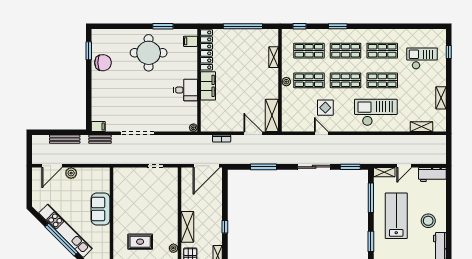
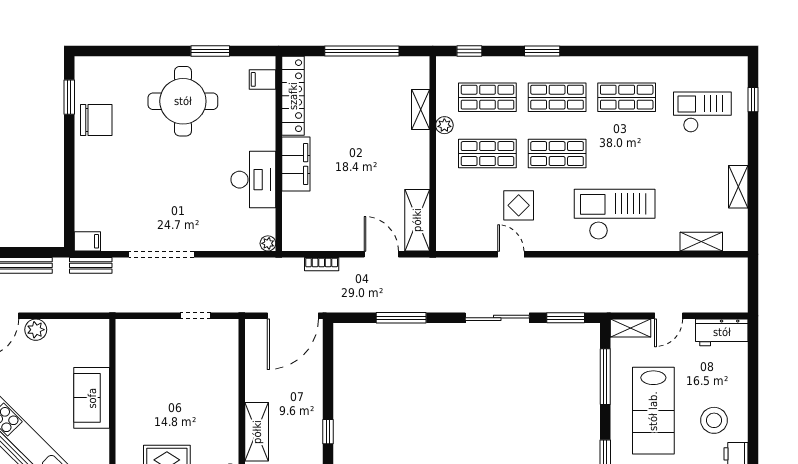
shop shelf: (382, 80) -> (627, 154), removed
plant: (286, 82) -> (444, 125), moved
desk: (186, 90) -> (253, 180), width x1.37
lab bench: (396, 216) -> (653, 411), turned 180

